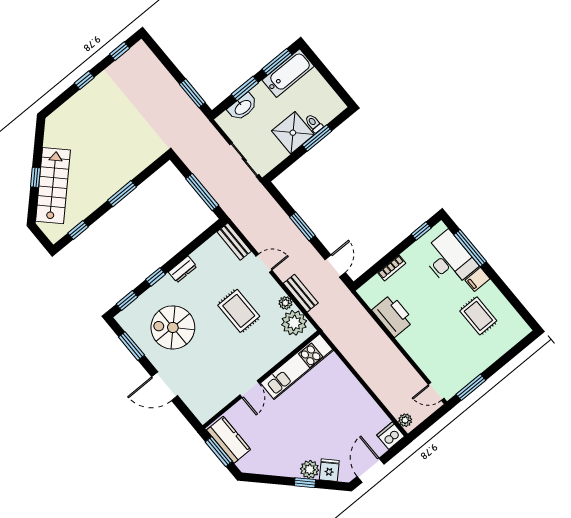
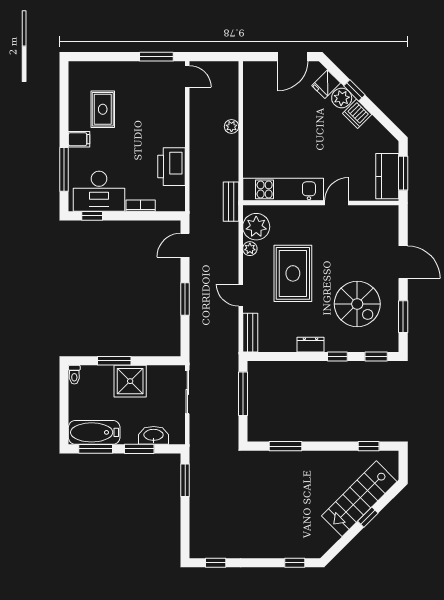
window: (84, 80) -> (295, 563), moved
toilet: (314, 123) -> (74, 375), moved
window: (122, 194) -> (285, 446), moved
desk: (449, 260) -> (99, 191), moved, turned -90
bench: (301, 293) -> (231, 202), moved
rug: (239, 311) -> (293, 273), width x1.36, depth x1.43
plant: (405, 420) -> (231, 126), moved
dishwasher: (391, 436) -> (357, 114), moved, turned 45

